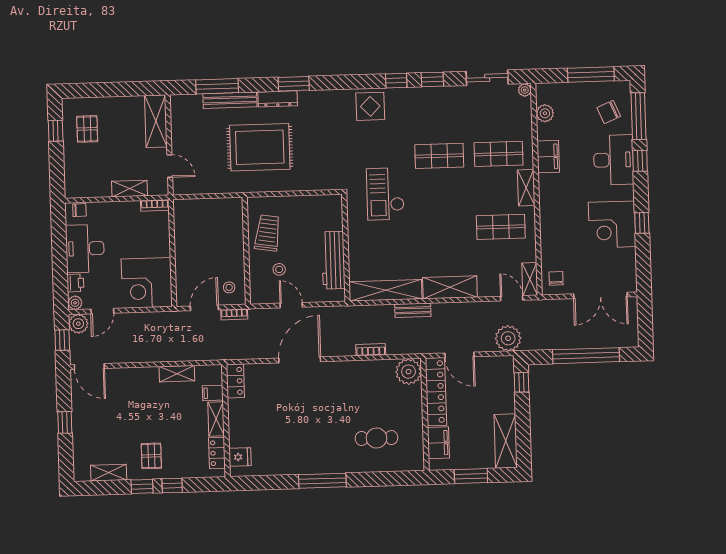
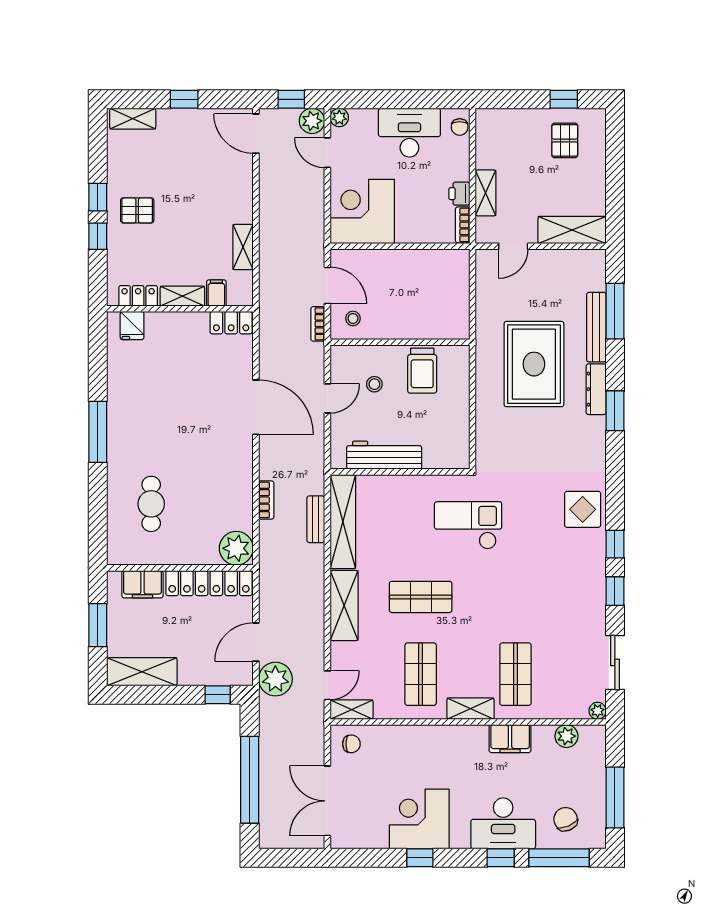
pallet: (87, 129) -> (565, 140), turned 90
shop shelf: (439, 156) -> (421, 597), moved, turned 90
trolley: (268, 233) -> (422, 371), turned 81
printer: (75, 283) -> (459, 194), moved, turned 90
bench: (413, 310) -> (316, 519), moved
door: (460, 355) -> (256, 642), moved
door: (89, 366) -> (256, 134), hinge flipped
shelving: (109, 473) -> (133, 119), moved, turned 90

